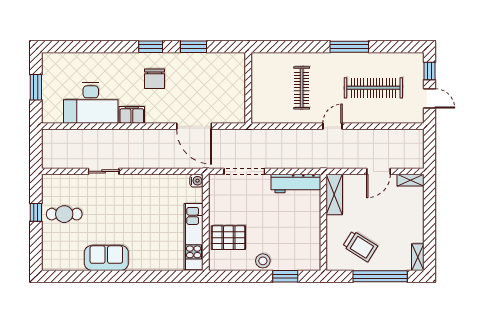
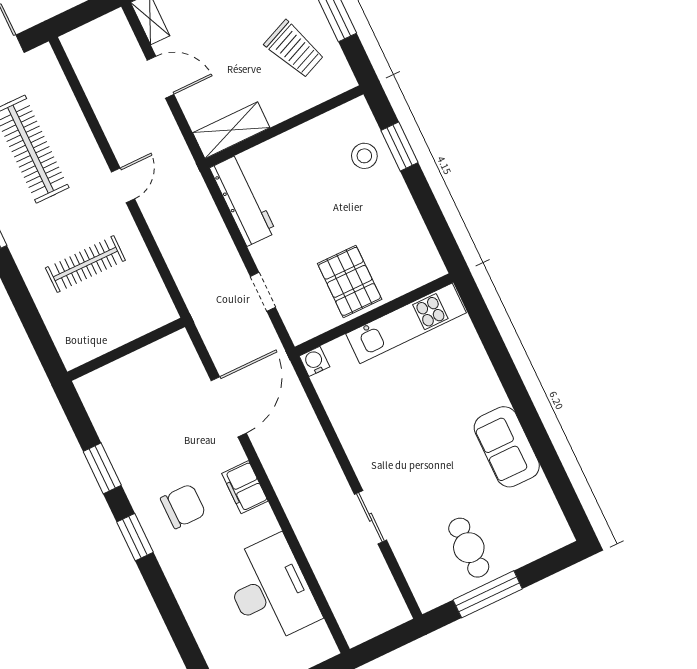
filing cabinet: (132, 115) -> (245, 487), moved
door: (332, 126) -> (123, 185), swing flipped
doorway: (244, 171) -> (263, 292), width x0.53
window: (36, 212) -> (488, 594), width x2.17
pallet: (228, 238) -> (350, 281), moved
trolley: (360, 246) -> (294, 49), turned 125
stool: (263, 261) -> (364, 156), moved

